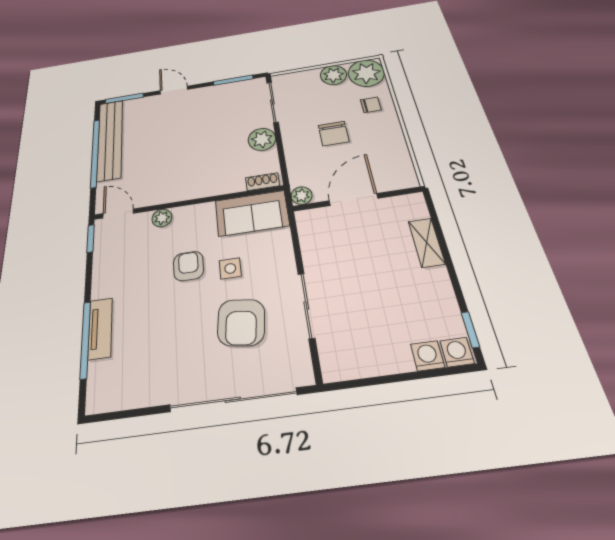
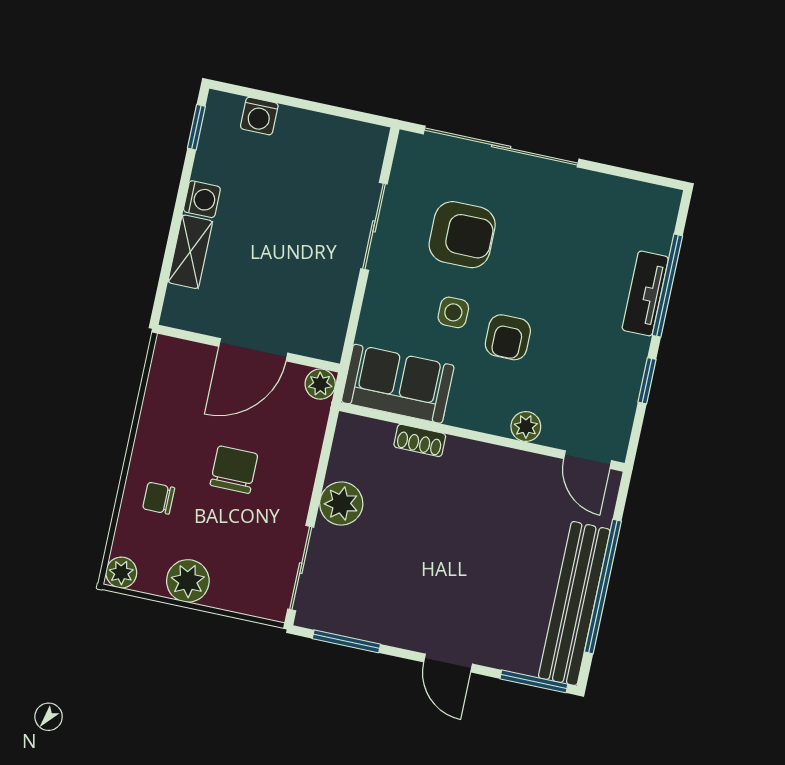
plant: (366, 73) -> (121, 573), width x0.53, depth x0.53
shoe rack: (263, 182) -> (420, 440), moved
window: (91, 239) -> (647, 381), moved
armchair: (241, 322) -> (462, 235), turned 83
washing machine: (457, 352) -> (202, 199), moved, turned -90

